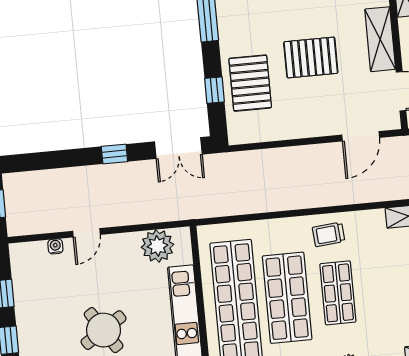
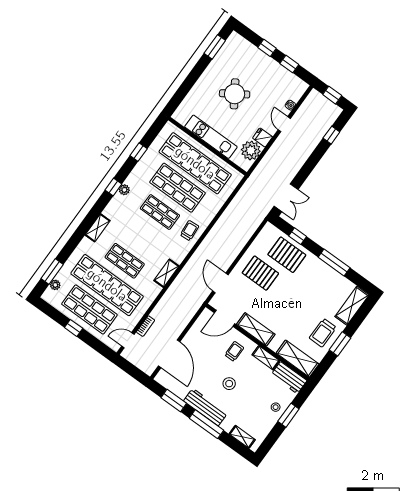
pallet: (311, 57) -> (260, 273), moved, turned 90
double door: (178, 148) -> (286, 198), swing flipped
window: (114, 154) -> (331, 135), moved
fridge: (128, 246) -> (262, 137), added

